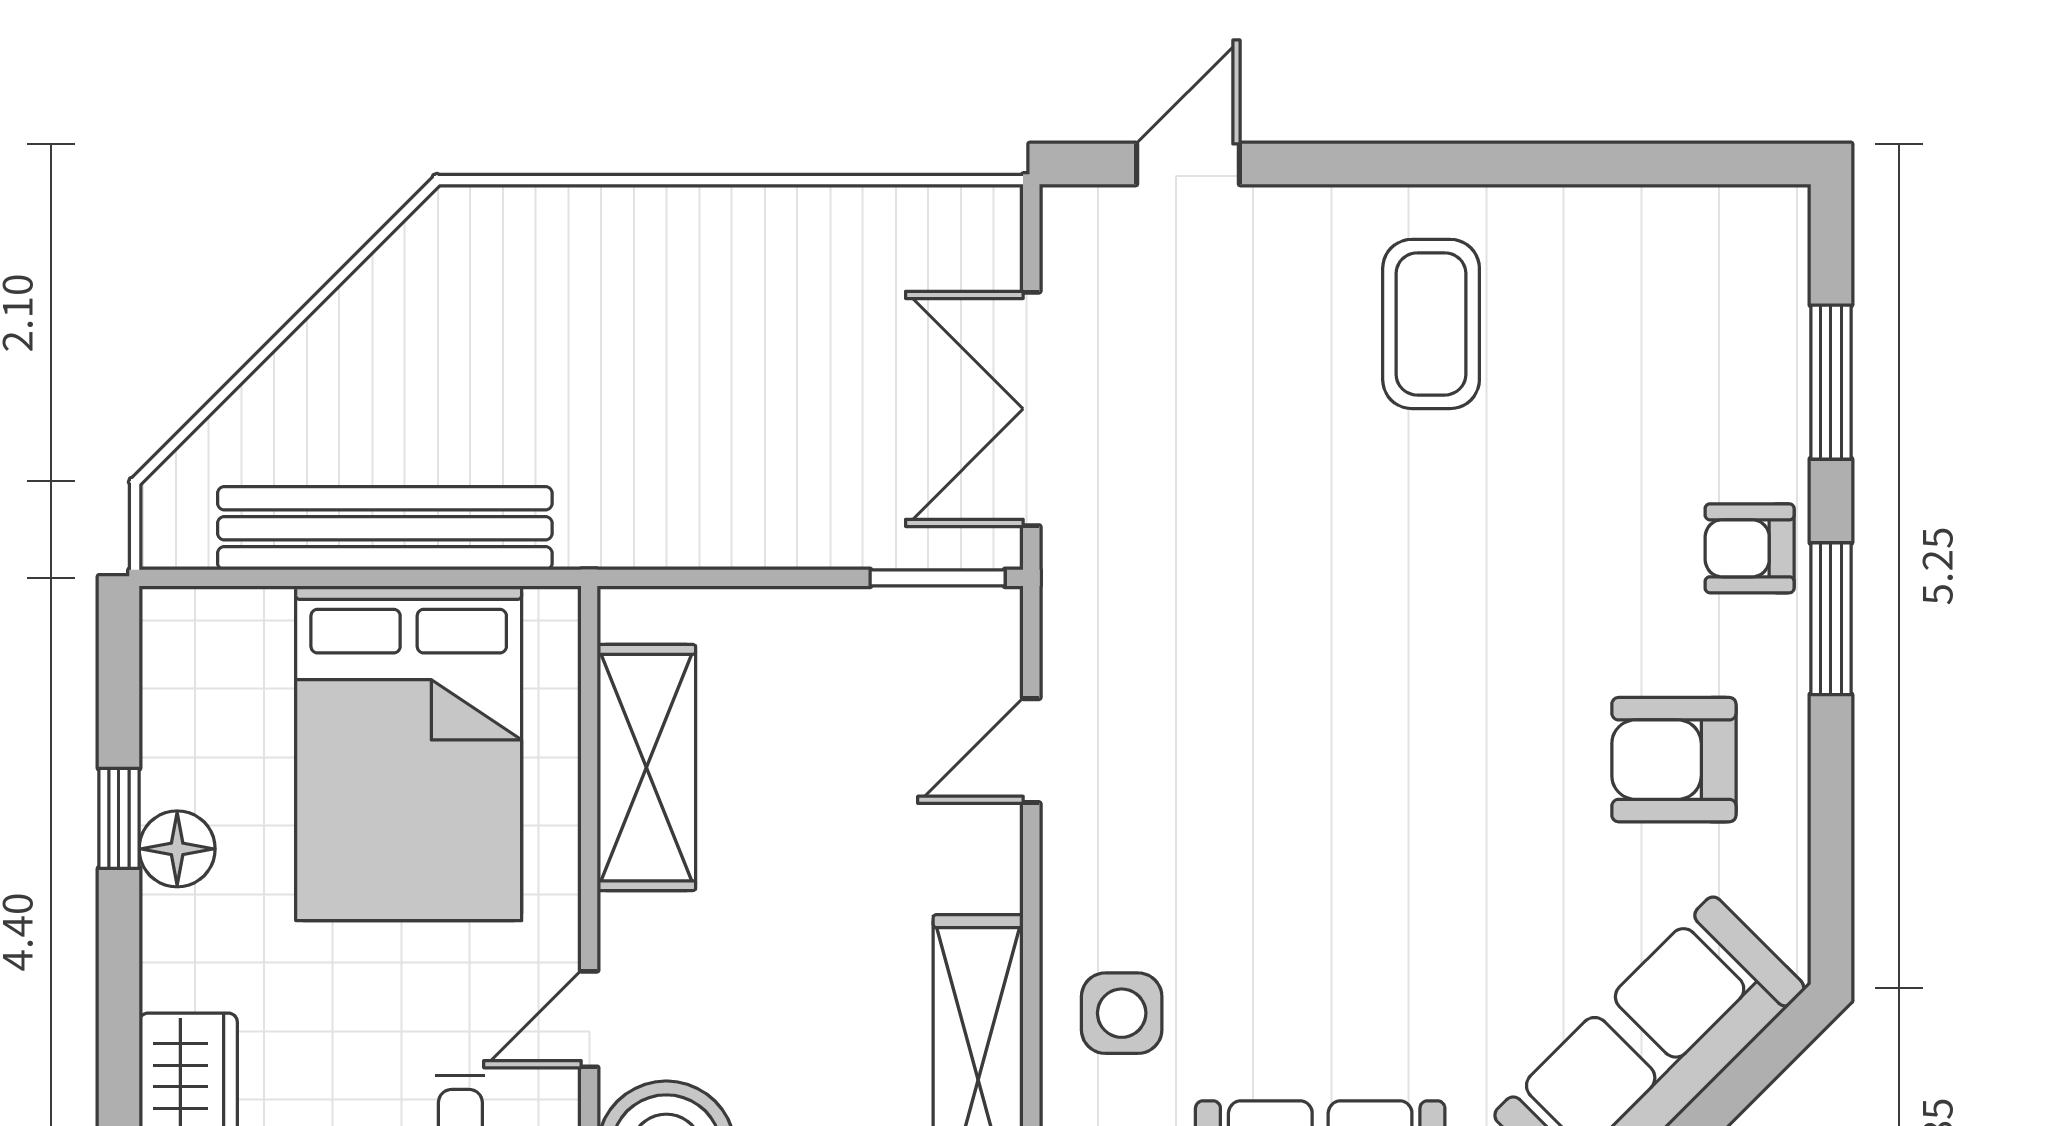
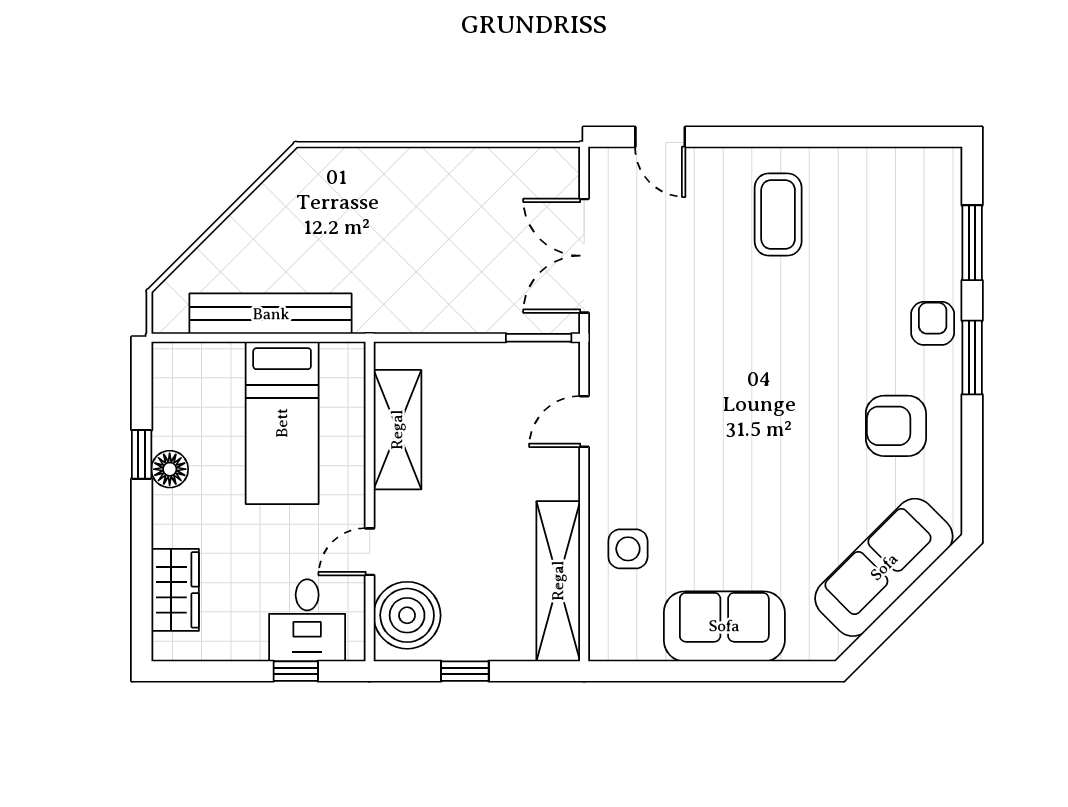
door: (1188, 164) -> (660, 137), swing flipped
armchair: (1750, 548) -> (933, 323), turned 90
bed: (409, 753) -> (282, 423), width x0.67

